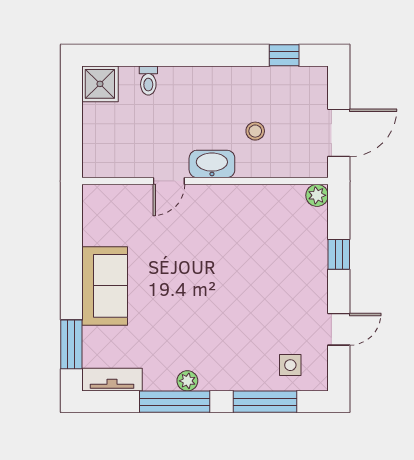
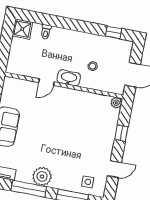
plant: (187, 381) -> (42, 176), width x1.87, depth x1.87

